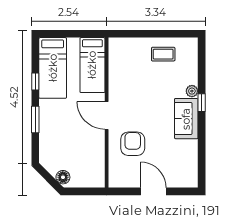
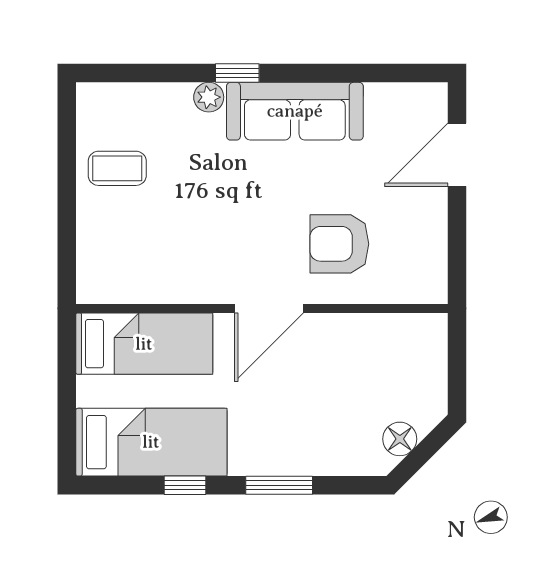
coffee table: (163, 54) -> (117, 168), turned 90
sofa: (186, 119) -> (295, 111), width x1.36
floor lamp: (63, 177) -> (400, 439), moved
door: (153, 191) -> (457, 155), moved

